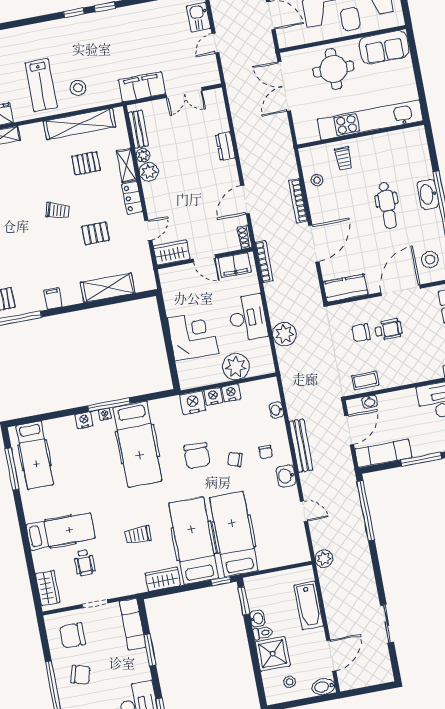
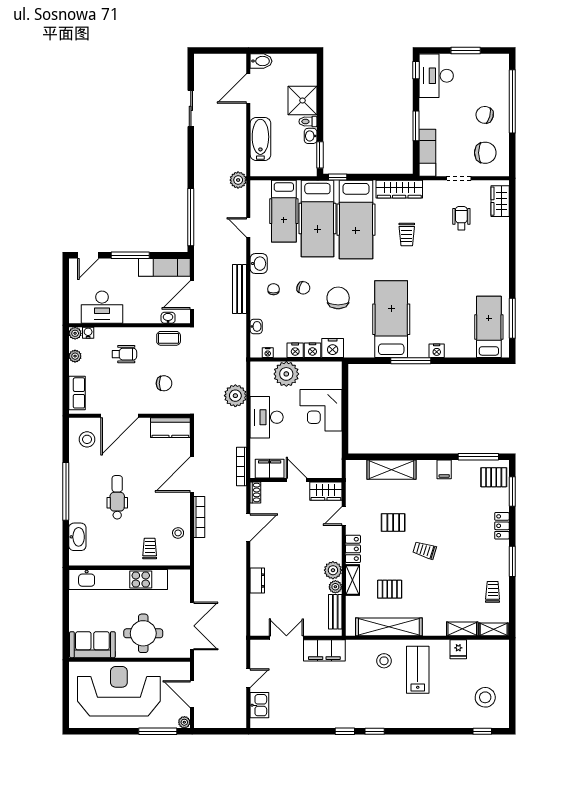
washbasin: (428, 194) -> (77, 537), moved
wheelchair: (389, 330) -> (124, 354), moved, turned 180
nightstand: (105, 414) -> (268, 353), moved
hospital bed: (61, 531) -> (284, 211), moved, turned -90
trolley: (138, 535) -> (407, 234), turned 90
wardrobe: (163, 579) -> (399, 189), width x1.50
stool: (290, 682) -> (292, 72), removed

